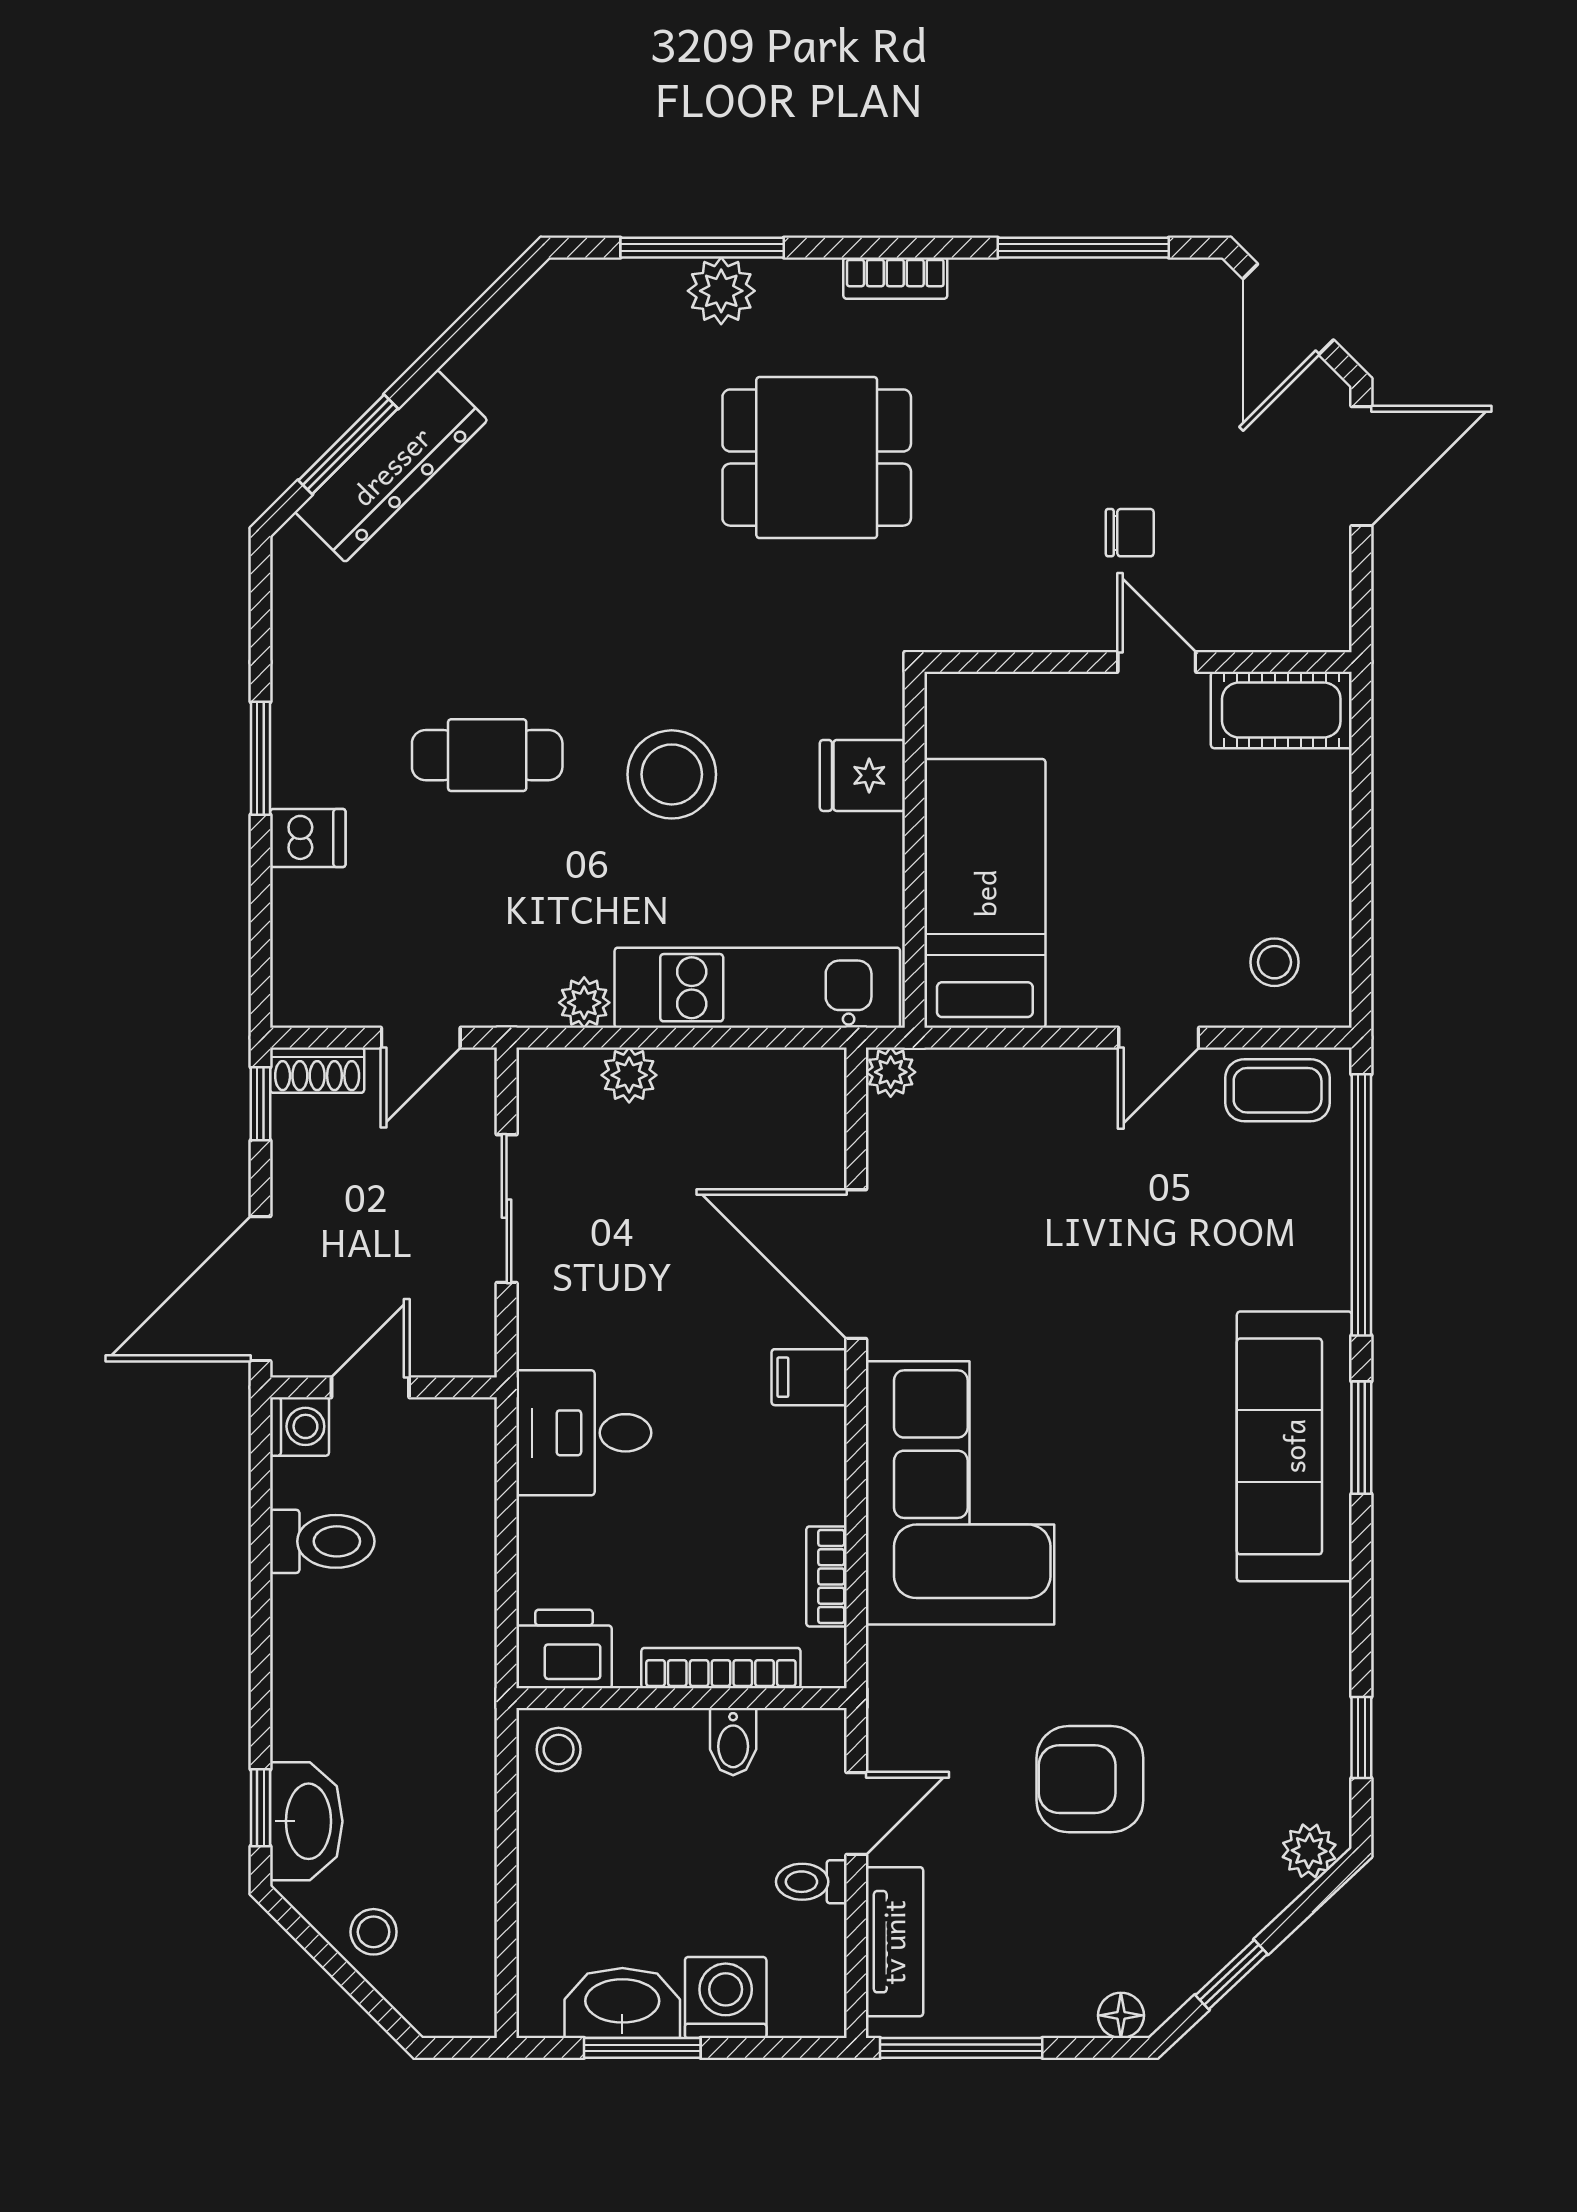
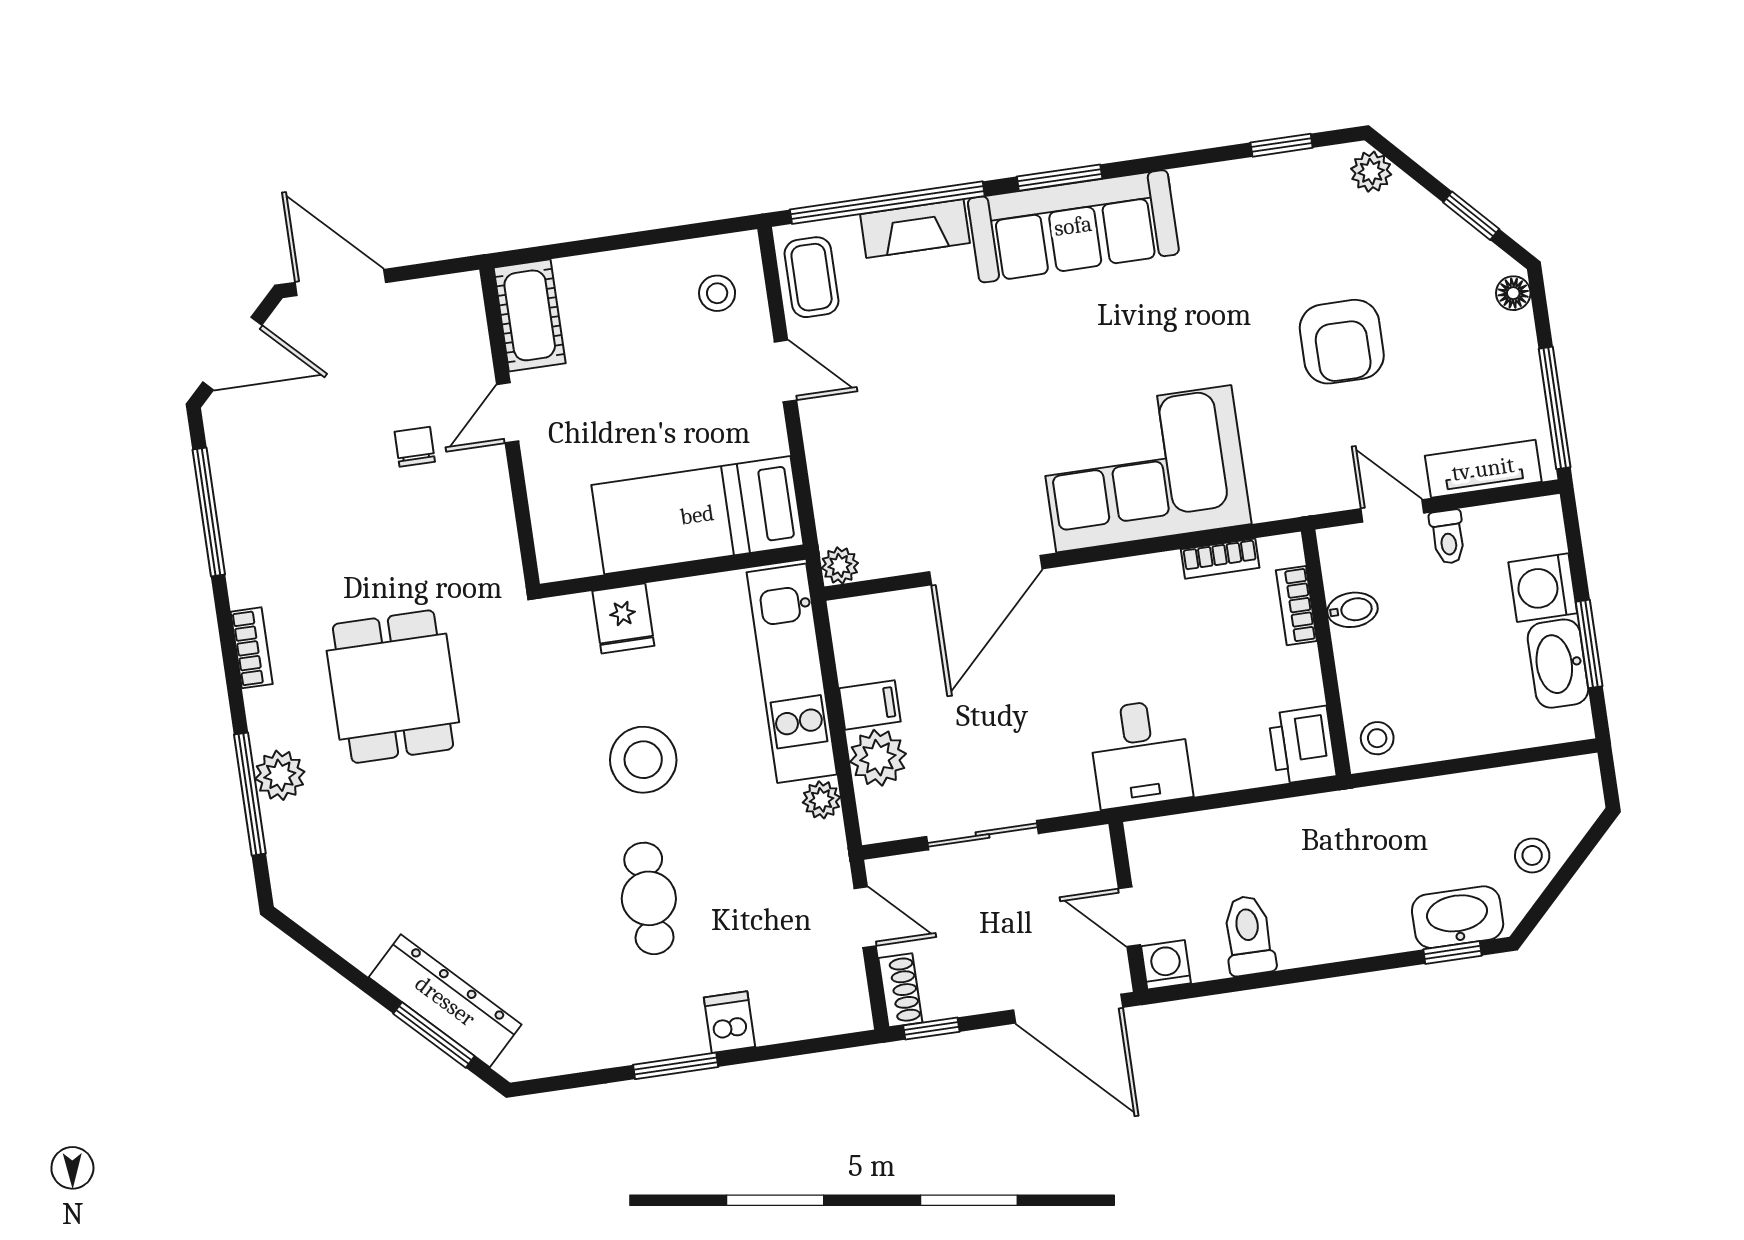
plant: (629, 1075) -> (878, 758), width x1.38, depth x1.38
fireplace: (1322, 1236) -> (915, 229), added
filing cabinet: (809, 1377) -> (870, 705), moved, turned -90
bookcase: (721, 1668) -> (1296, 606), width x0.64

